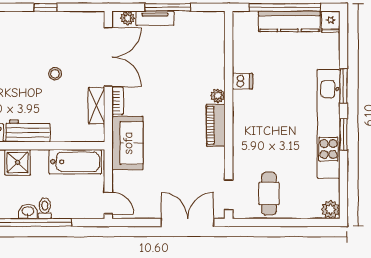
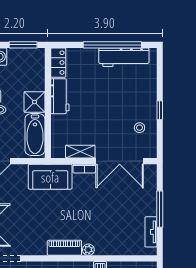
plant: (127, 18) -> (151, 177), removed
tv unit: (155, 18) -> (151, 232), moved
stool: (55, 74) -> (139, 128), moved
shower: (18, 162) -> (34, 102), moved

